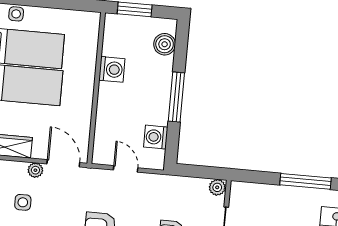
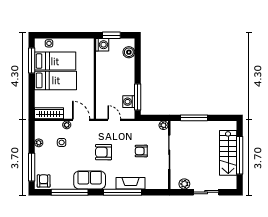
washing machine: (112, 69) -> (102, 45), moved
window: (176, 97) -> (138, 97), moved
window: (306, 181) -> (194, 118), moved

